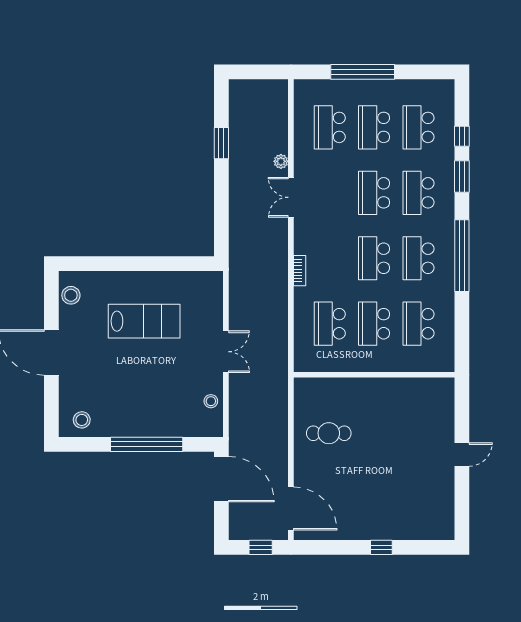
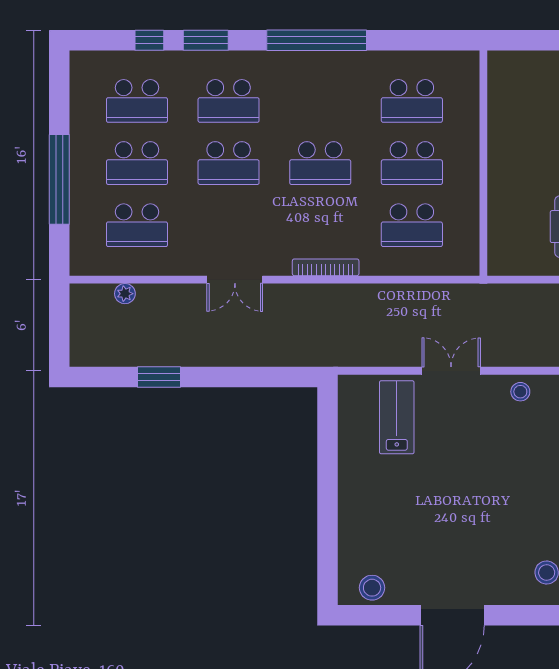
plant: (281, 161) -> (125, 294), moved
school desk: (418, 258) -> (320, 101), removed
bookcase: (300, 271) -> (326, 267), width x1.56
lab bench: (144, 321) -> (397, 417), moved, width x0.73, depth x0.72

